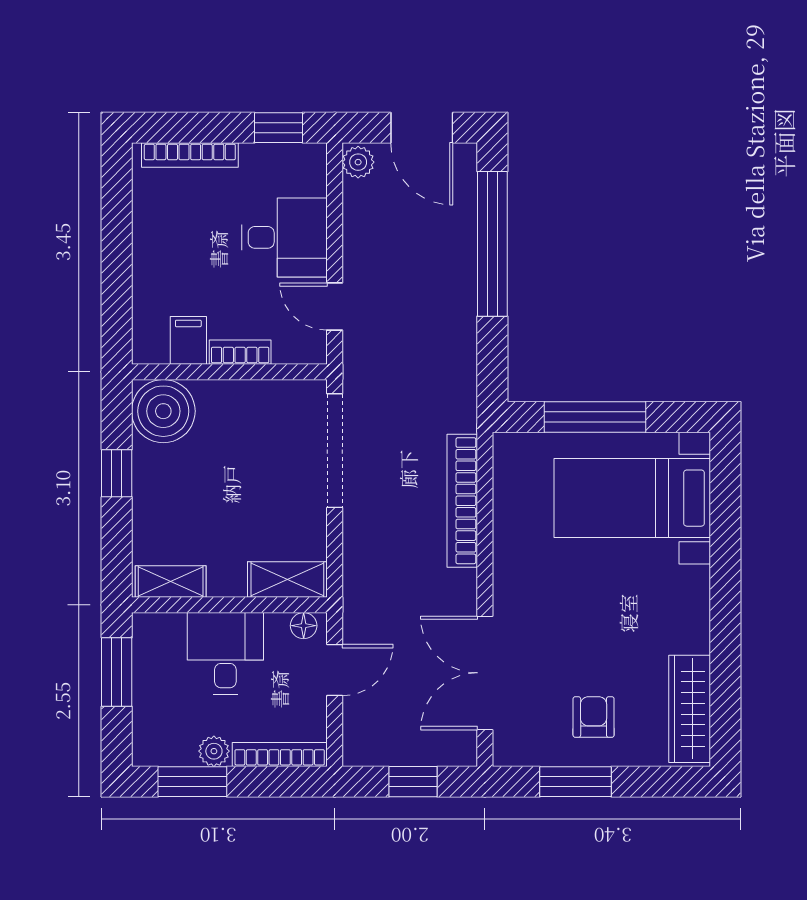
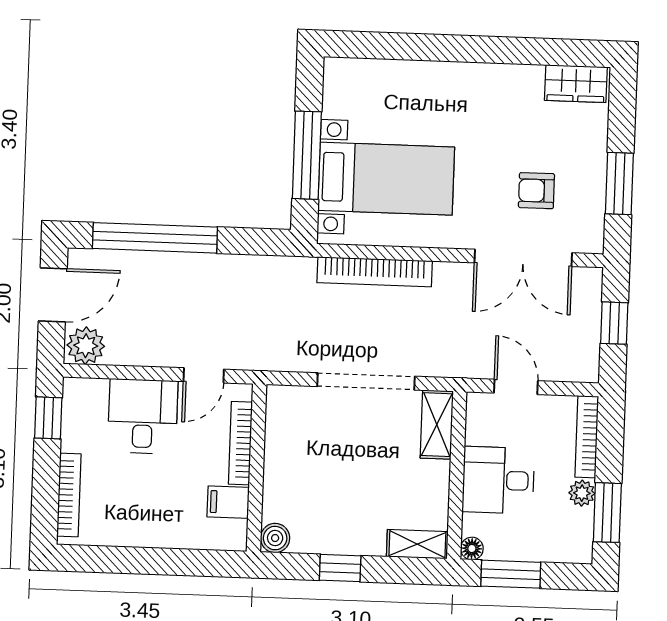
plant: (358, 162) -> (86, 346), width x1.38, depth x1.38
bookcase: (240, 352) -> (240, 443), width x1.56
boiler: (163, 411) -> (275, 538), width x0.54, depth x0.54
doorway: (335, 451) -> (366, 381), moved
bed with nightstands: (632, 498) -> (386, 179), moved, turned -90
shelving: (171, 582) -> (417, 544), moved, turned 90
floor lamp: (304, 626) -> (472, 549), moved
wardrobe: (690, 709) -> (576, 84), width x0.67
armchair: (594, 717) -> (536, 191), moved

